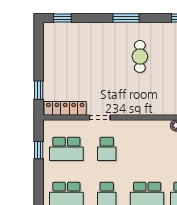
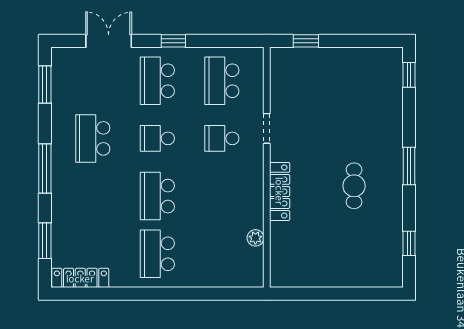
cafe table: (140, 56) -> (354, 186), turned 90
locker: (65, 108) -> (280, 191), moved
window: (39, 150) -> (173, 41), moved

